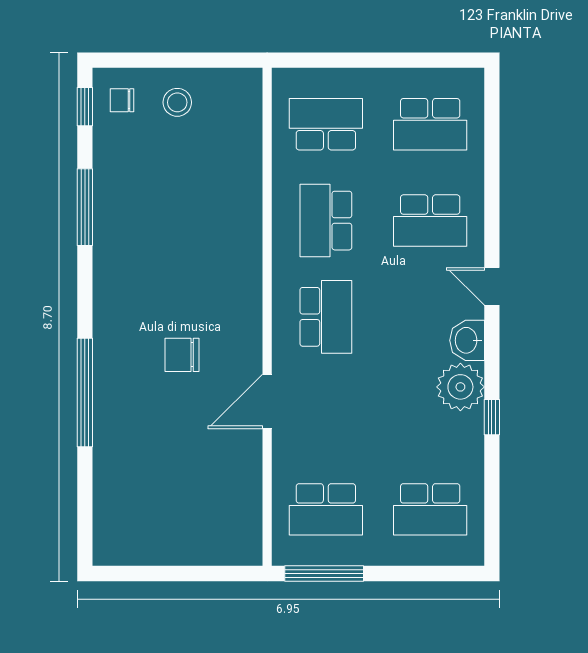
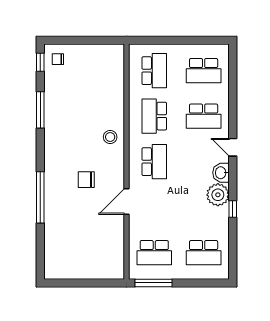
stool: (177, 102) -> (110, 137), moved
school desk: (326, 124) -> (154, 71), turned 90

